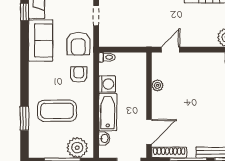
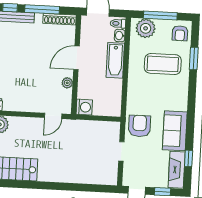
toilet: (107, 57) -> (118, 23), moved
armchair: (79, 74) -> (180, 33), moved
washing machine: (107, 84) -> (84, 107), moved, turned 180
door: (149, 132) -> (76, 58), moved

